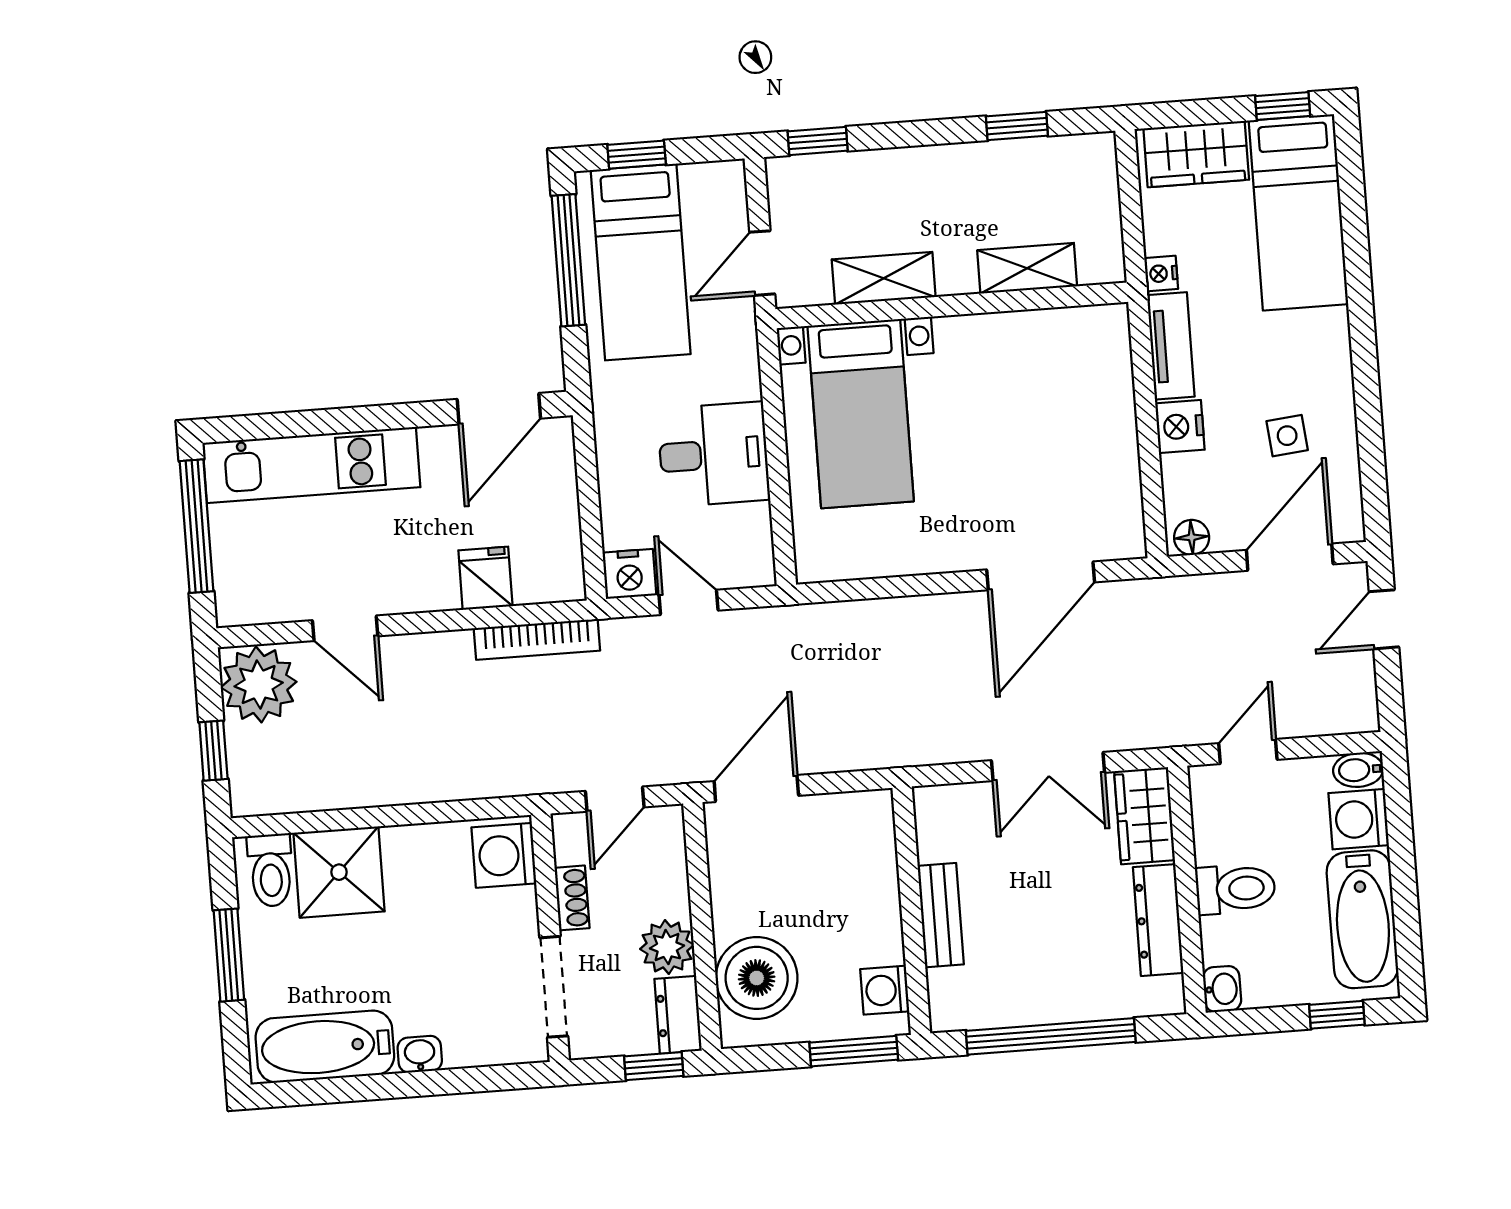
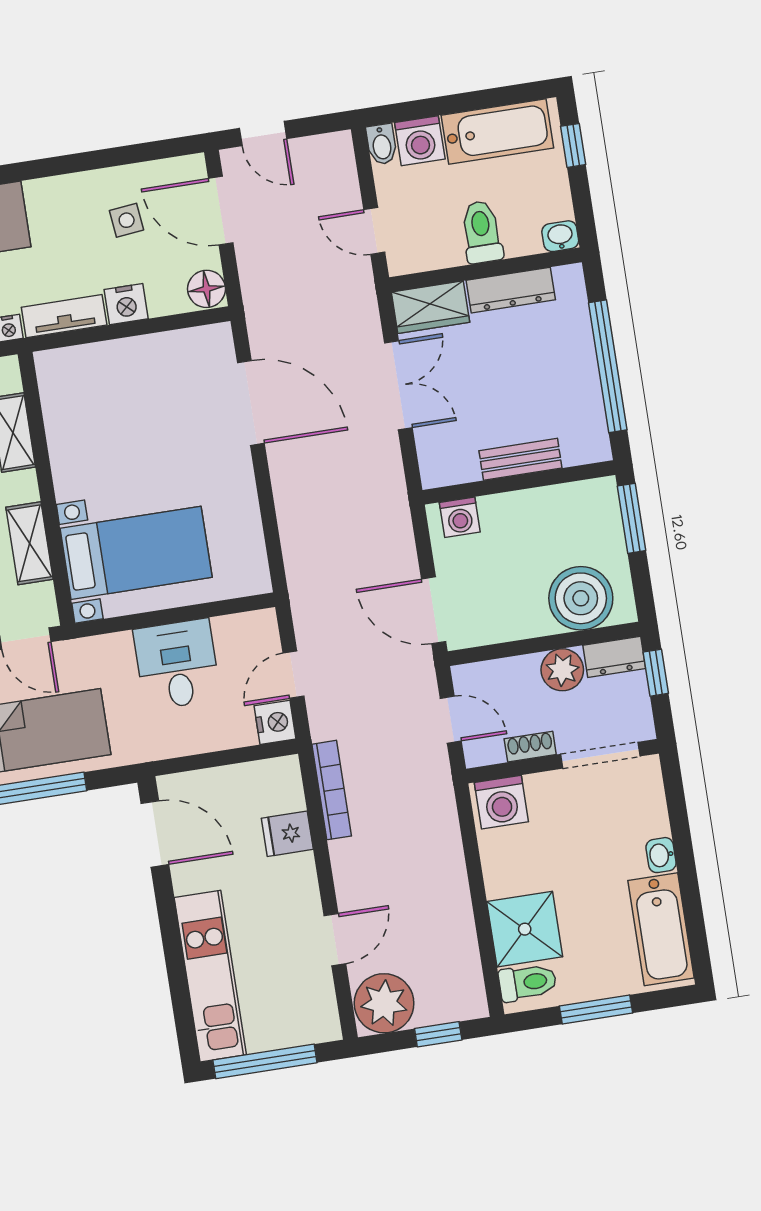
floor lamp: (1192, 537) -> (206, 289), width x1.37, depth x1.37
washing machine: (885, 990) -> (460, 517), moved

